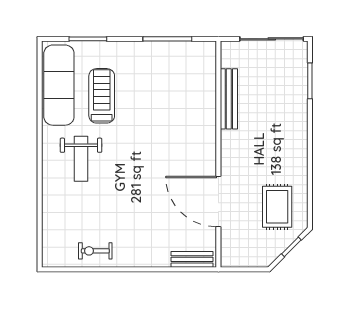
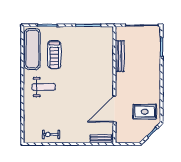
treadmill: (102, 96) -> (54, 55), turned 180
weight bench: (81, 159) -> (44, 87), turned -90
door: (218, 202) -> (114, 109), hinge flipped
rug: (277, 207) -> (145, 112), turned 90

